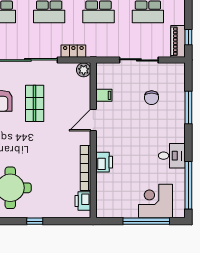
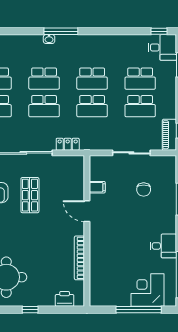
plant: (84, 70) -> (78, 163), removed
door: (93, 120) -> (87, 211), hinge flipped
printer: (104, 162) -> (98, 252), removed
printer: (83, 201) -> (65, 299), moved, turned 90

